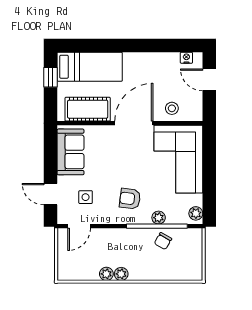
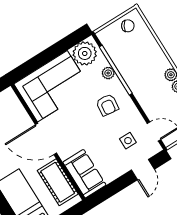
stool: (172, 108) -> (16, 116), removed
sofa: (70, 152) -> (84, 174), moved, turned 90
plant: (196, 213) -> (85, 53), width x1.87, depth x1.87
chair: (163, 241) -> (128, 26), moved

